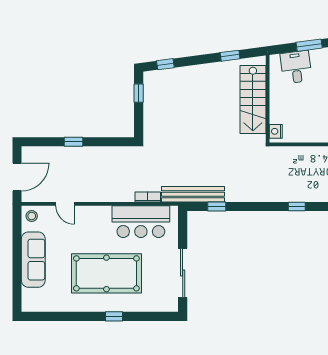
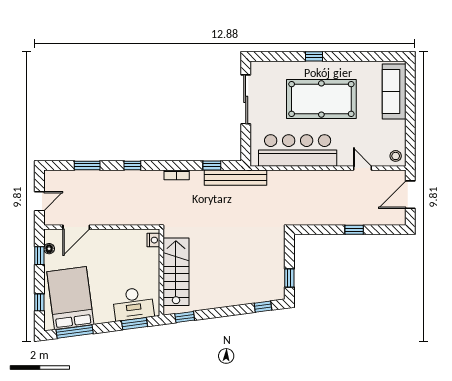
window: (309, 45) -> (134, 324), moved
window: (230, 56) -> (185, 317), moved
desk: (296, 67) -> (133, 304), width x1.37
bookcase: (148, 197) -> (177, 175), moved
bar counter: (141, 222) -> (298, 150), width x1.36
sofa: (33, 260) -> (394, 92), moved

